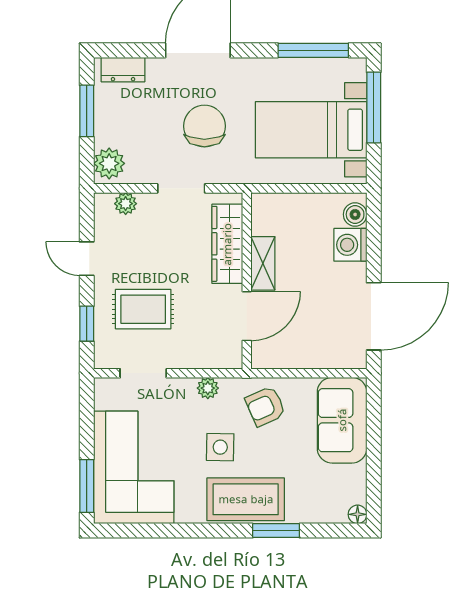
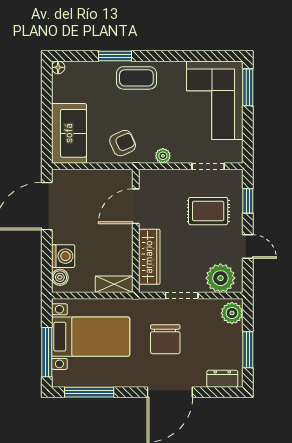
plant: (126, 204) -> (220, 278), width x1.87, depth x1.87
shelving: (263, 263) -> (114, 284), moved, turned 90
side table: (220, 447) -> (154, 114), removed
coffee table: (246, 499) -> (136, 78), width x0.73, depth x0.76

